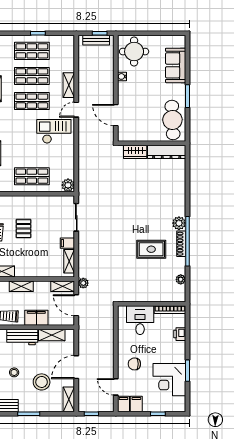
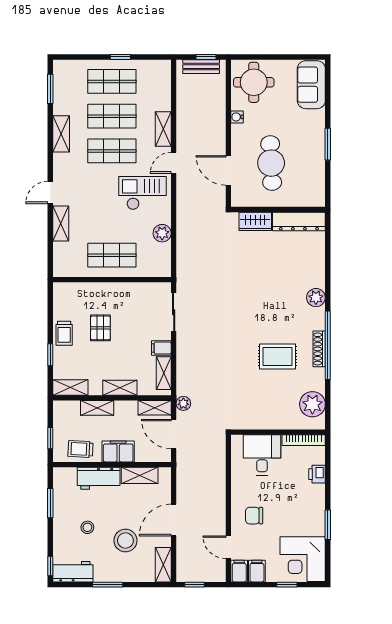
sofa: (176, 65) -> (311, 85), moved
cafe table: (172, 120) -> (271, 163), moved
plant: (68, 185) -> (162, 233), moved
plant: (179, 223) -> (316, 298), moved
shelving: (37, 272) -> (120, 388), added
plant: (181, 279) -> (312, 404), width x1.88, depth x1.88
corner desk: (169, 380) -> (303, 559), moved

